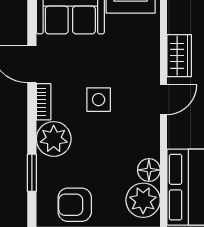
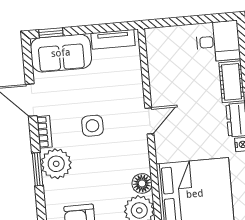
wardrobe: (179, 56) -> (160, 81), removed
window: (32, 173) -> (37, 169), moved

